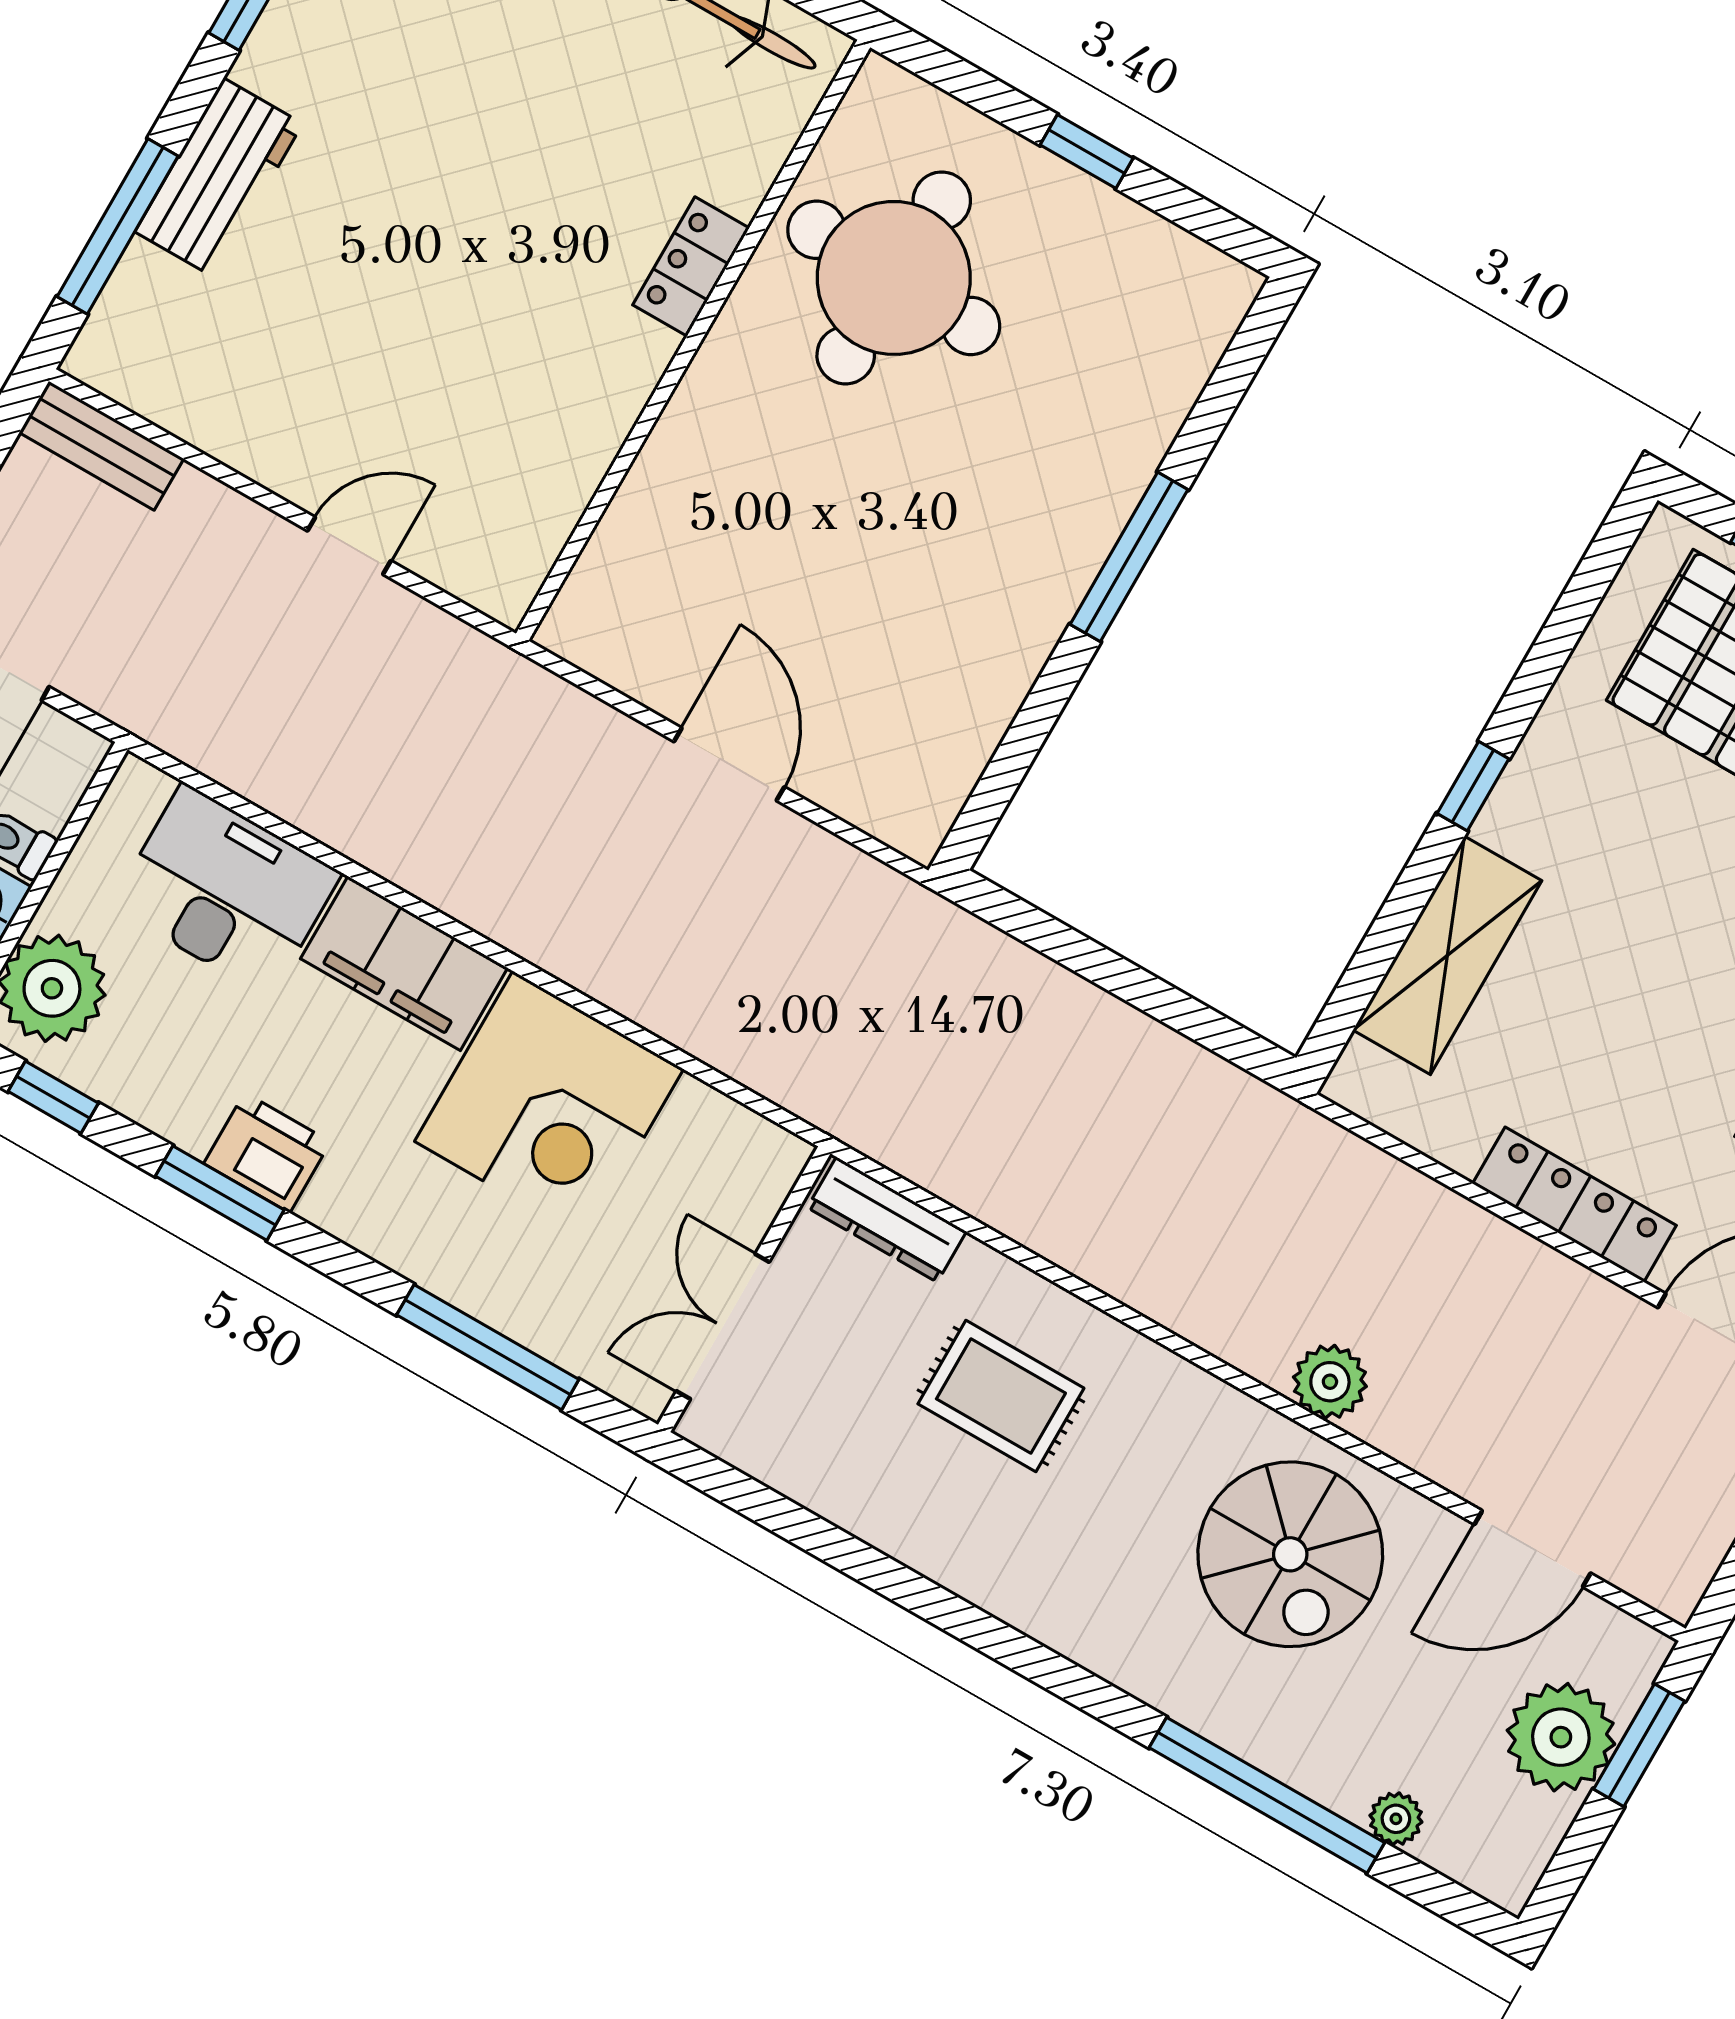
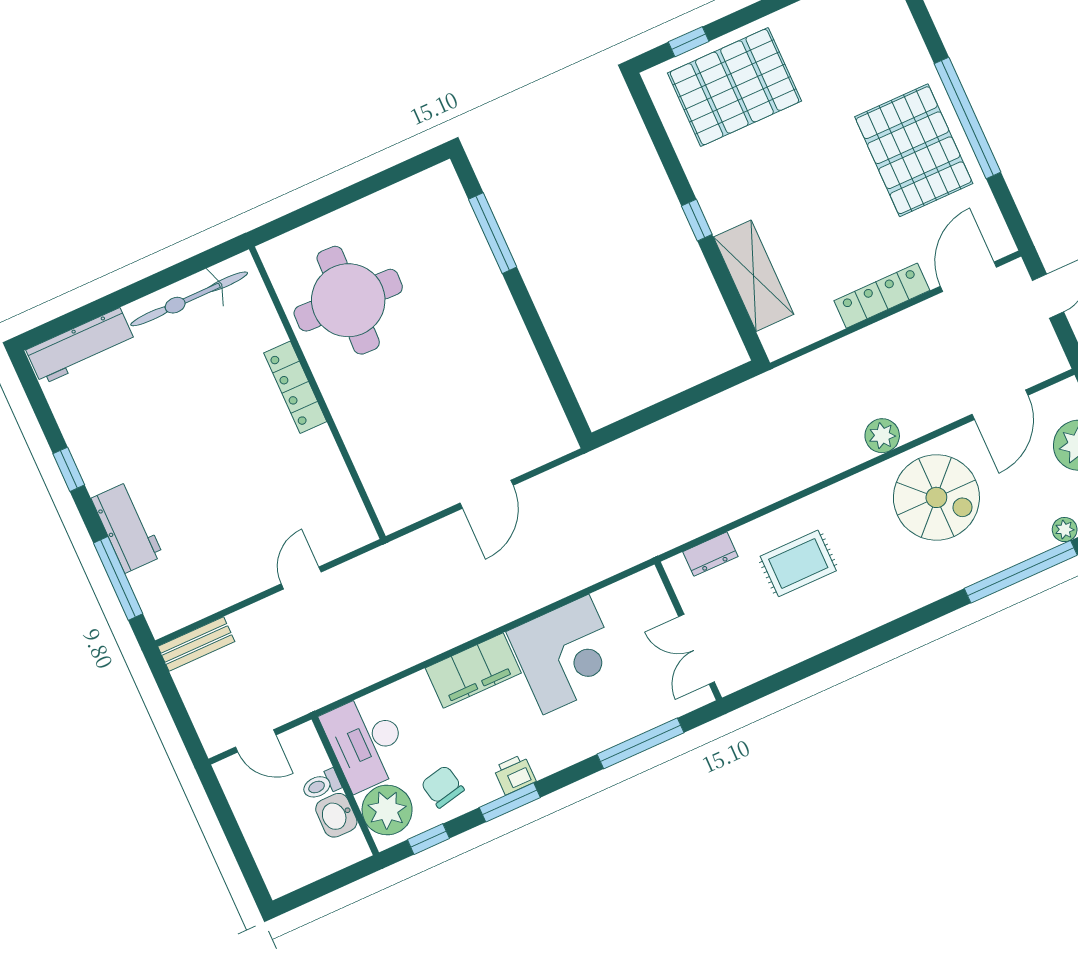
window: (1087, 151) -> (353, 193), removed
locker: (691, 267) -> (295, 387), width x1.53
window: (1129, 557) -> (493, 233), moved
door: (729, 764) -> (487, 494), swing flipped
desk: (226, 890) -> (366, 742), moved, turned -90
chair: (163, 1056) -> (443, 787), added
printer: (267, 1153) -> (515, 774), width x0.73, depth x0.81
dresser: (887, 1219) -> (710, 554), width x0.70

